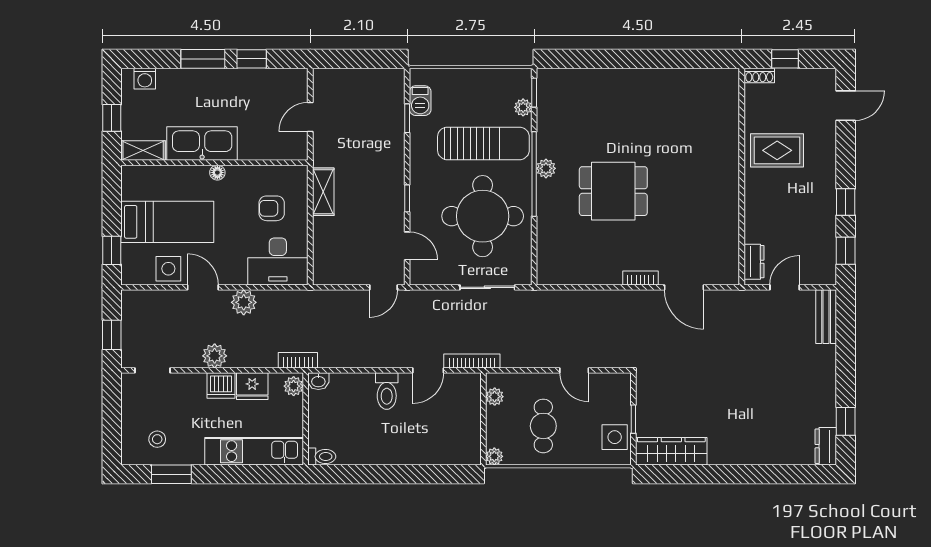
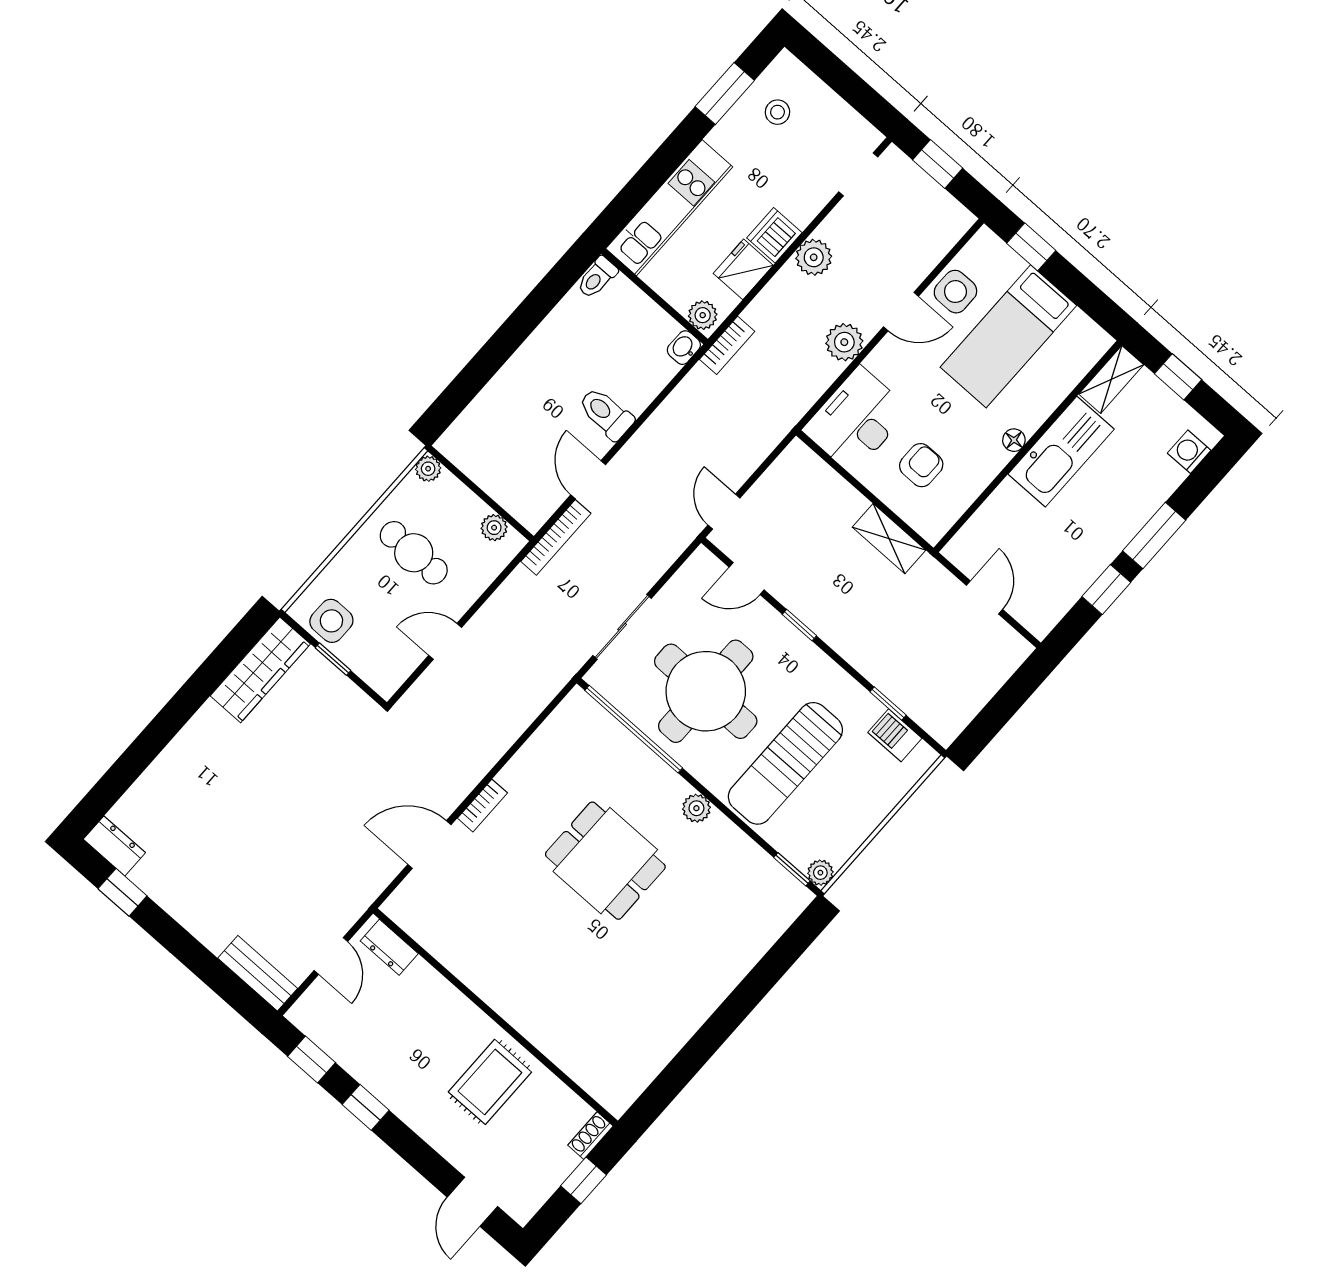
plant: (523, 107) -> (820, 873), moved
window: (534, 174) -> (634, 729), moved
dining table: (613, 191) -> (605, 861), turned 90

